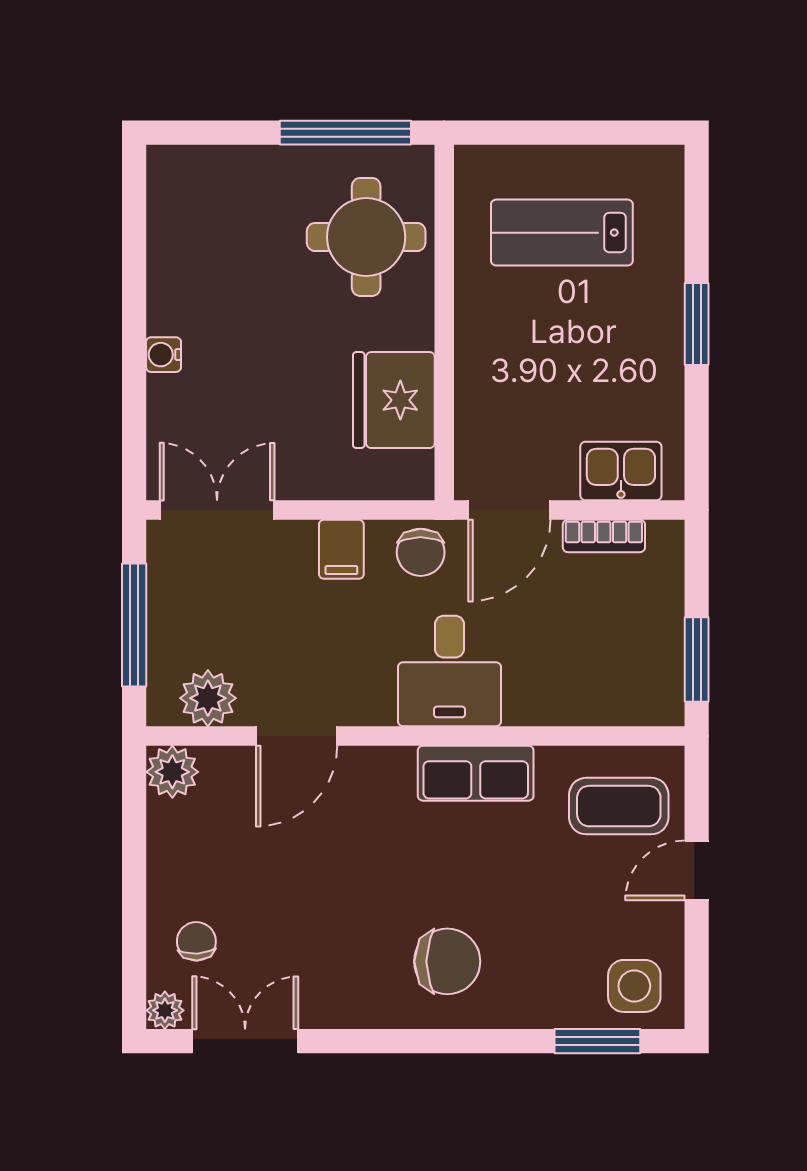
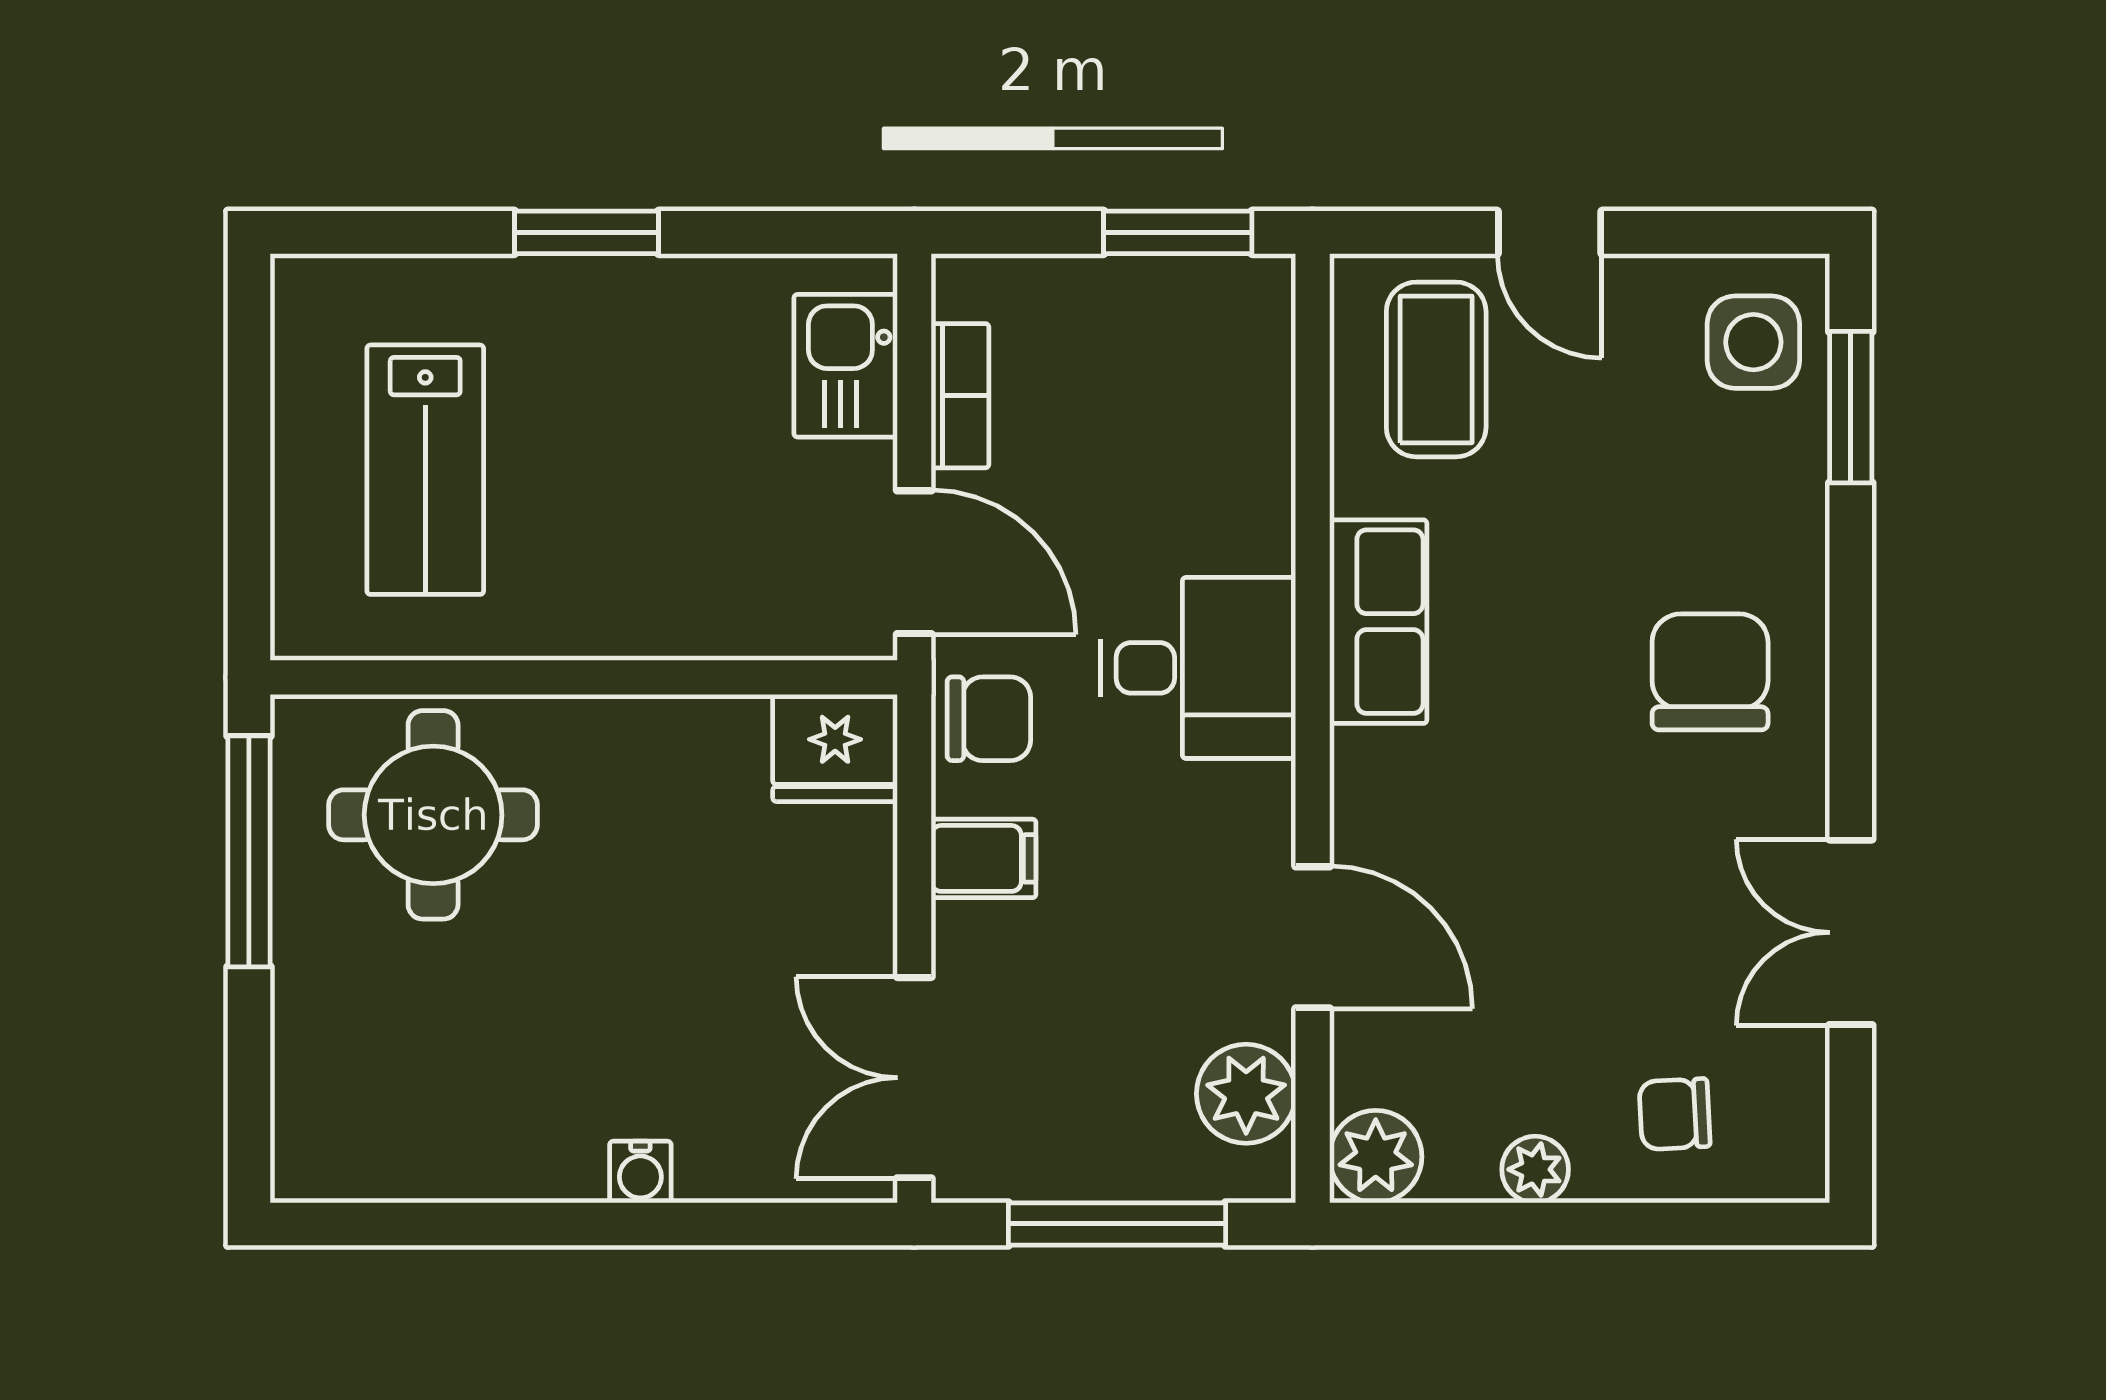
fridge: (394, 400) -> (835, 748), moved, width x0.73, depth x0.75
plant: (165, 1010) -> (1535, 1169), moved
double door: (245, 1041) -> (1851, 932), moved

